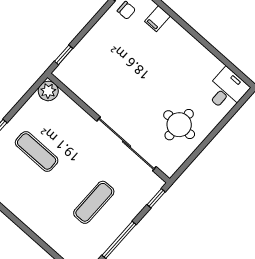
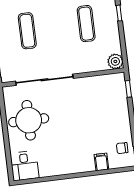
round table: (179, 125) -> (29, 120), width x1.36, depth x1.36
exercise mat: (37, 152) -> (86, 24), turned 90

